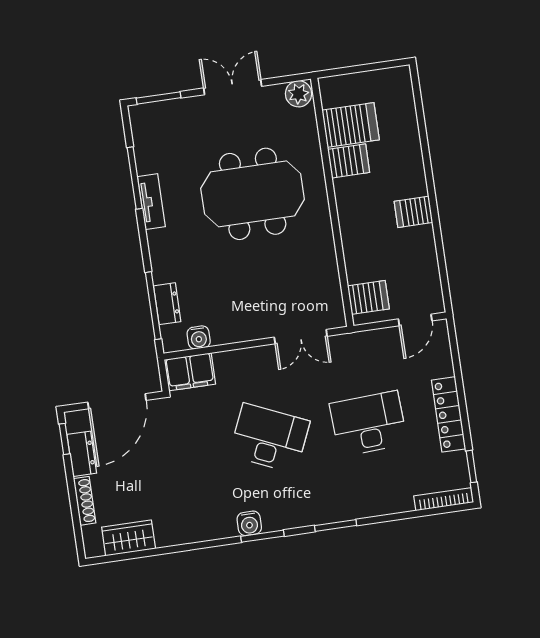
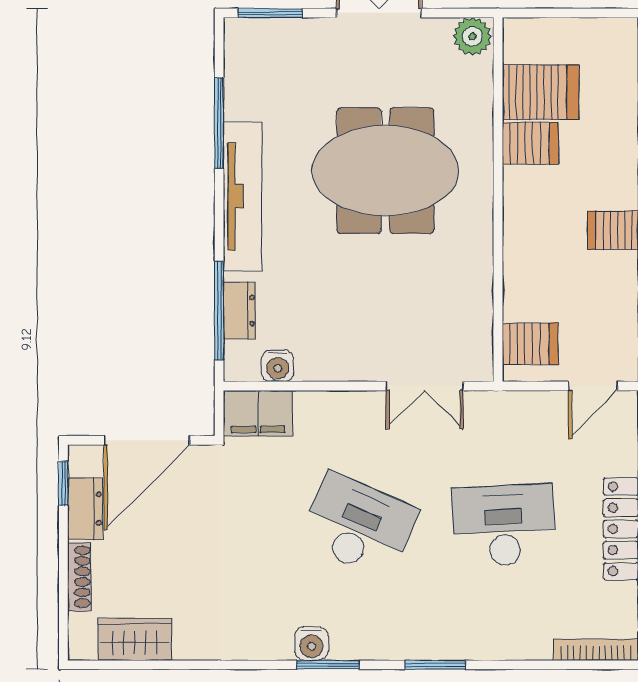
tv unit: (151, 202) -> (243, 196), width x1.92, depth x1.29

